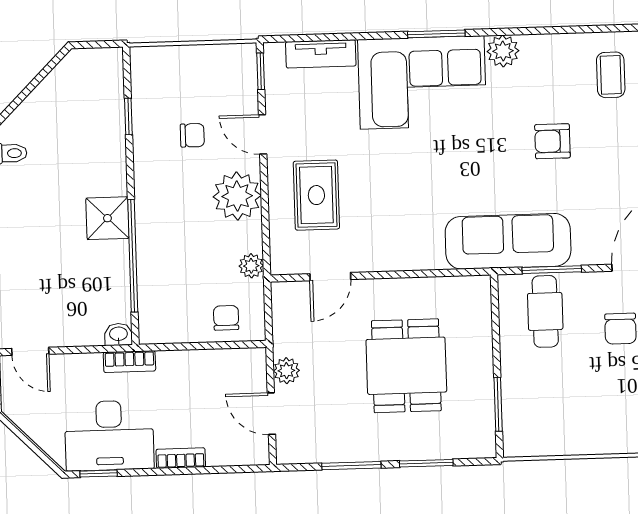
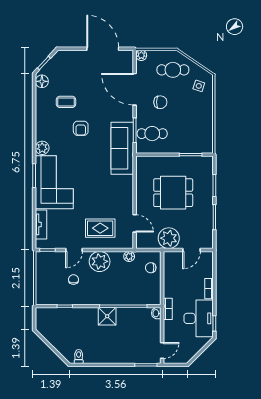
coffee table: (611, 75) -> (66, 102), moved
plant: (286, 371) -> (169, 238), width x1.87, depth x1.87

